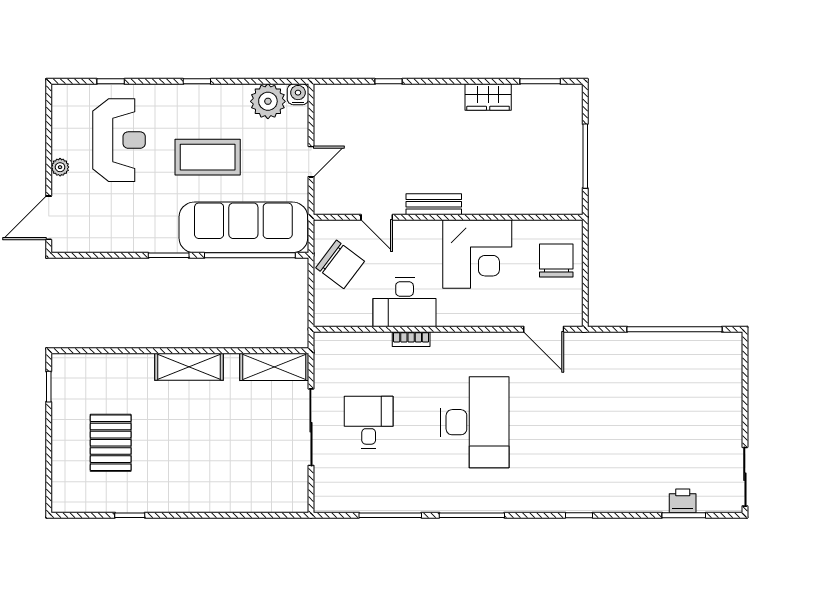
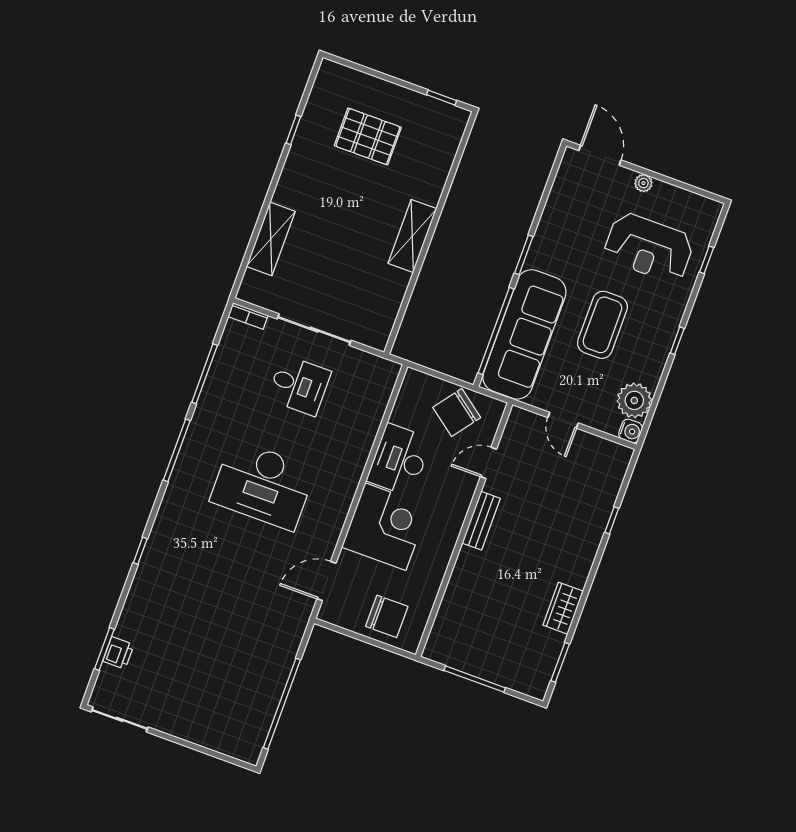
corner desk: (477, 254) -> (385, 527), moved, turned 180
bookcase: (411, 339) -> (248, 316), moved, turned -90
shelving: (274, 367) -> (271, 239), moved

